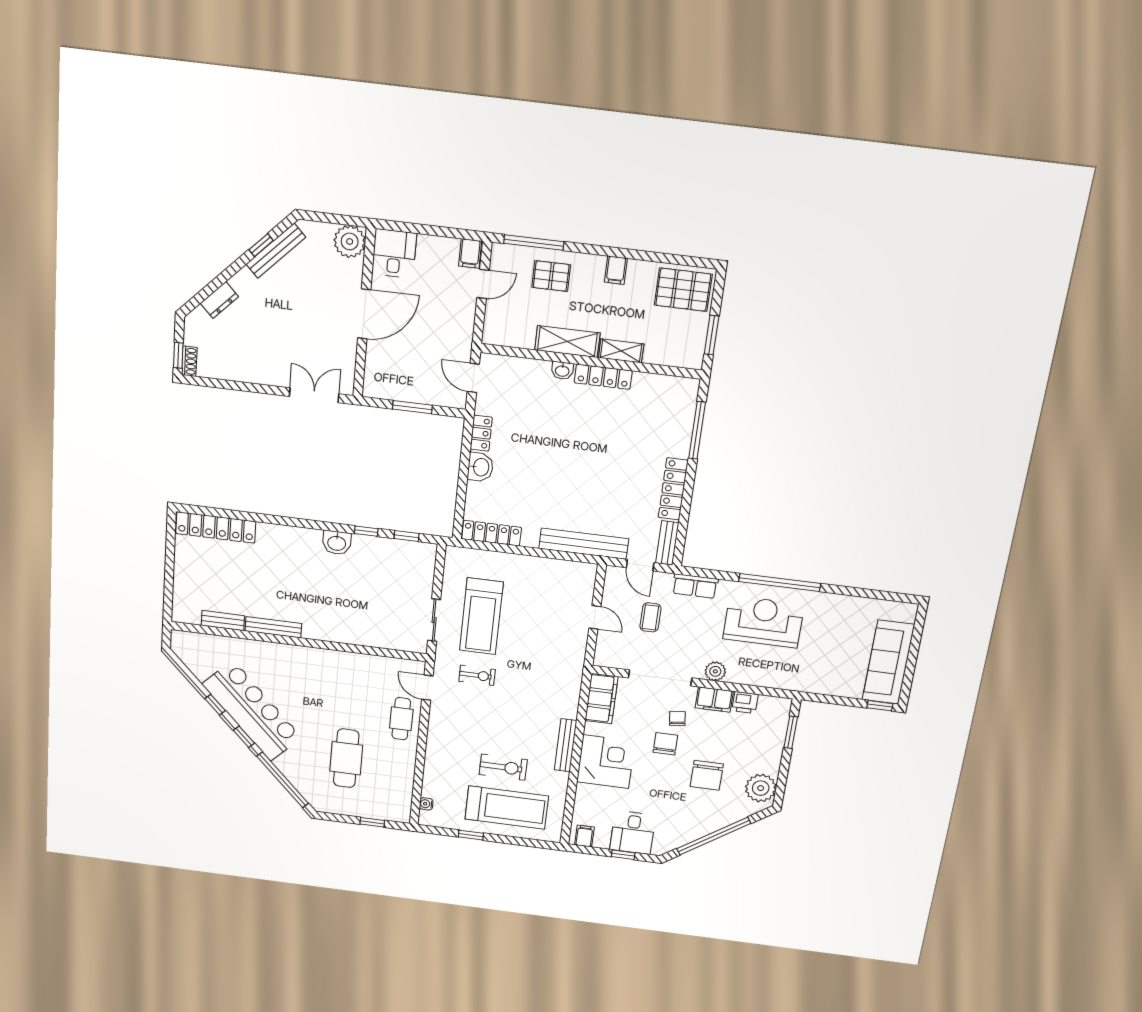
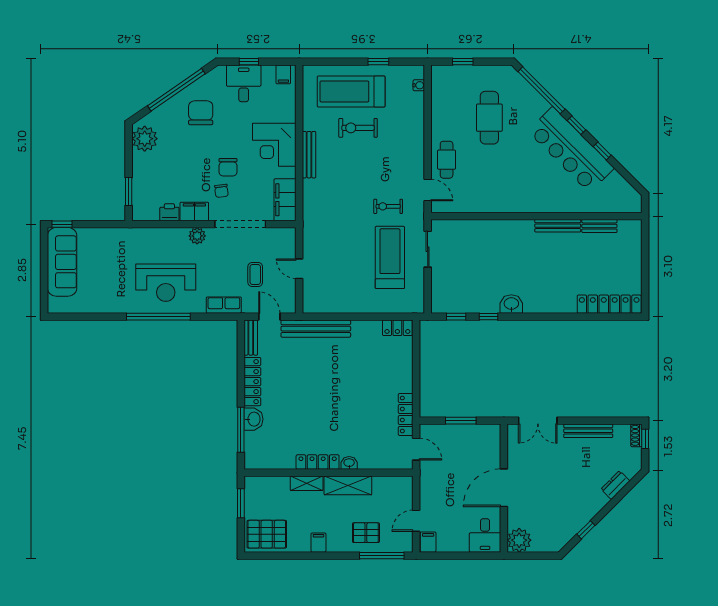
bench: (276, 251) -> (588, 431), moved, turned 45
locker: (481, 433) -> (406, 414), width x1.53
washbasin: (480, 467) -> (253, 419), moved, turned 180
locker: (492, 533) -> (397, 328), width x0.66
chair: (707, 775) -> (201, 113), moved

